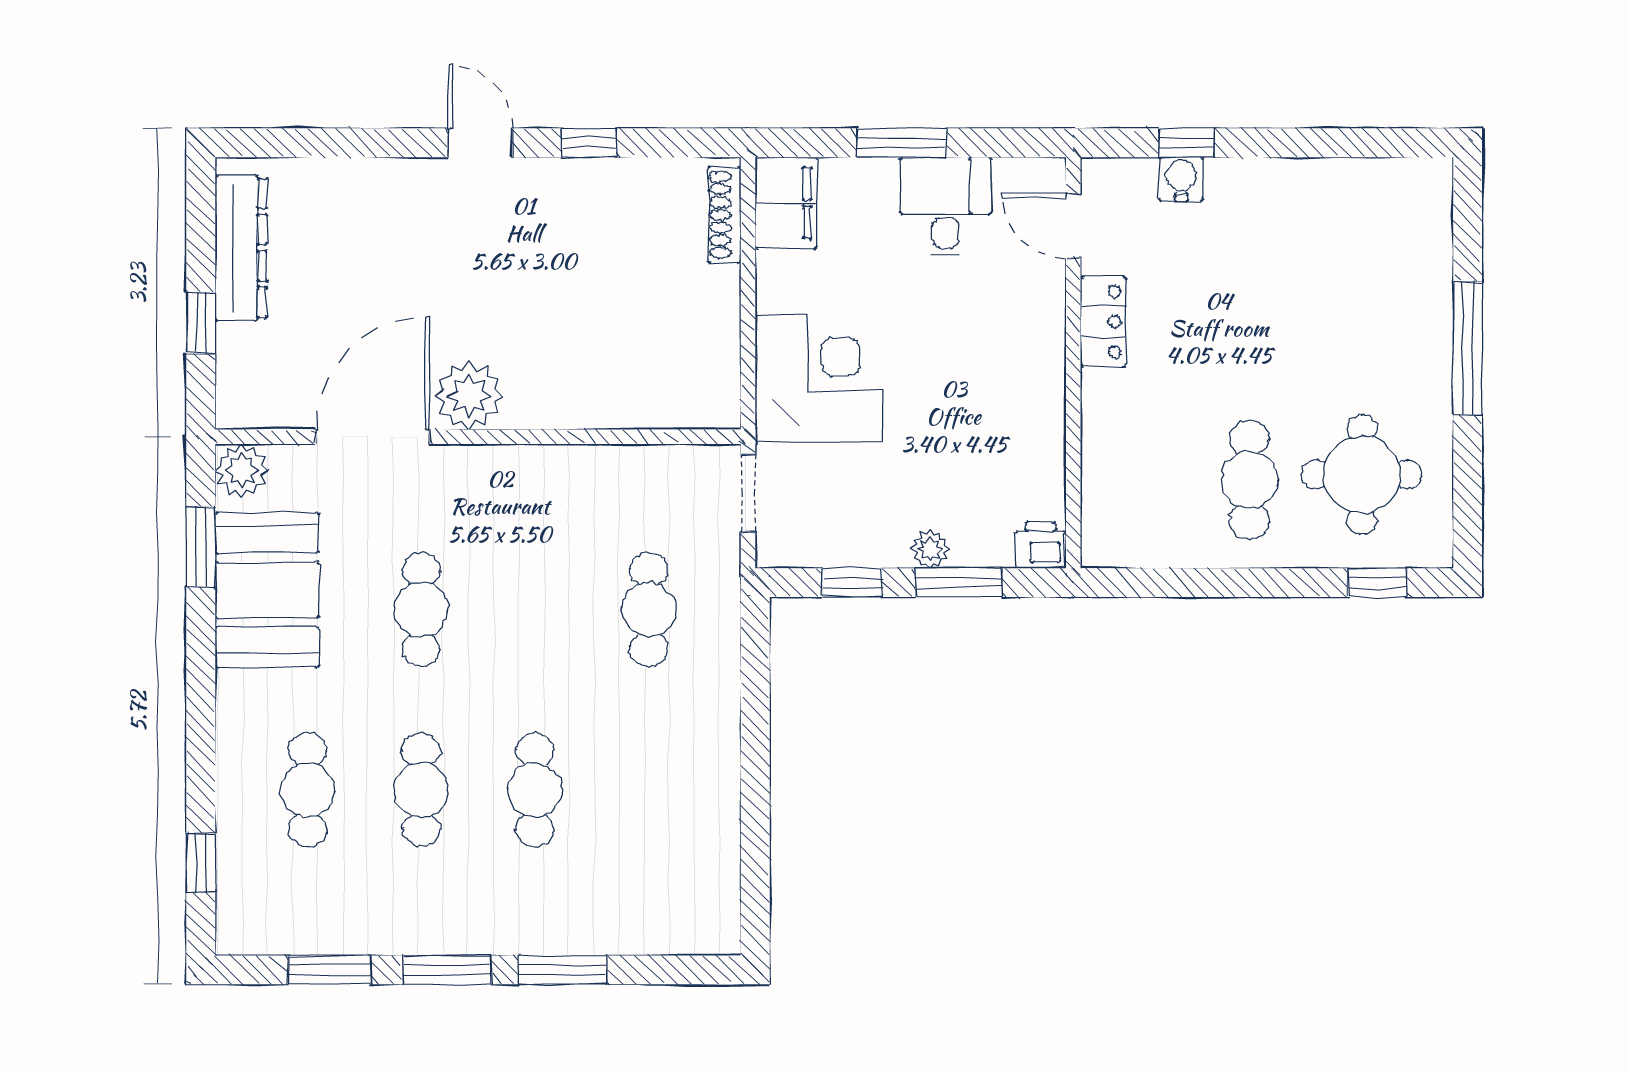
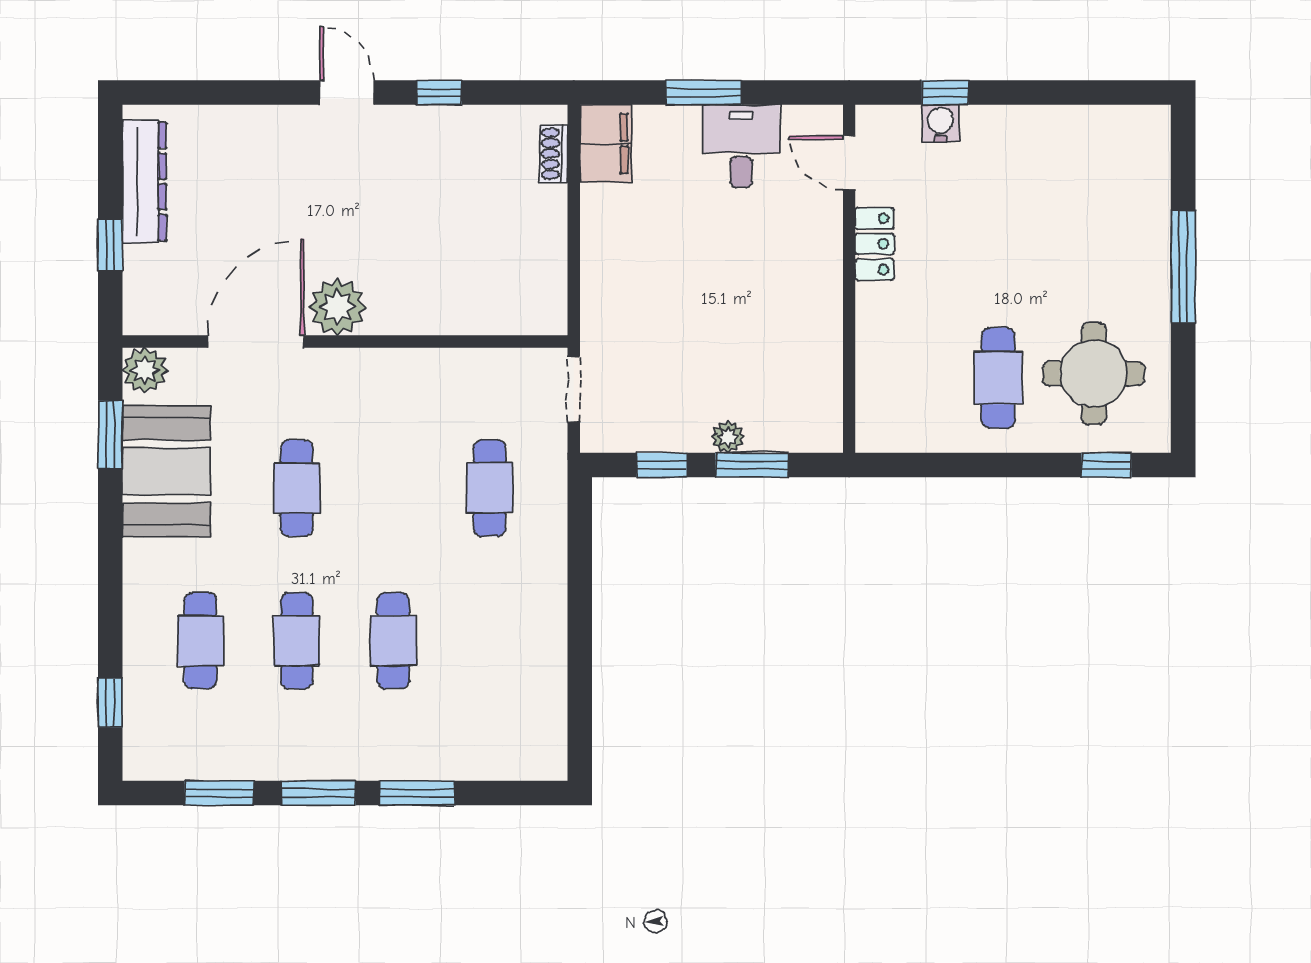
shoe rack: (724, 215) -> (554, 154), width x0.70
corner desk: (819, 379) -> (634, 292), removed
printer: (1041, 545) -> (821, 433), removed

